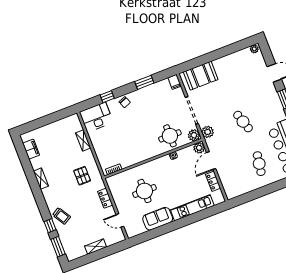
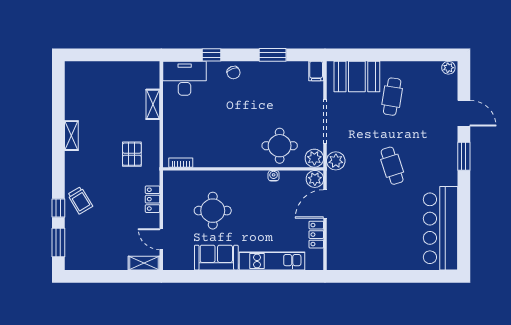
filing cabinet: (31, 149) -> (73, 88), removed
cafe table: (259, 164) -> (392, 97), moved
shelving: (96, 247) -> (144, 263), moved

